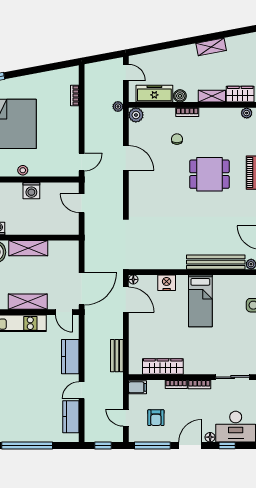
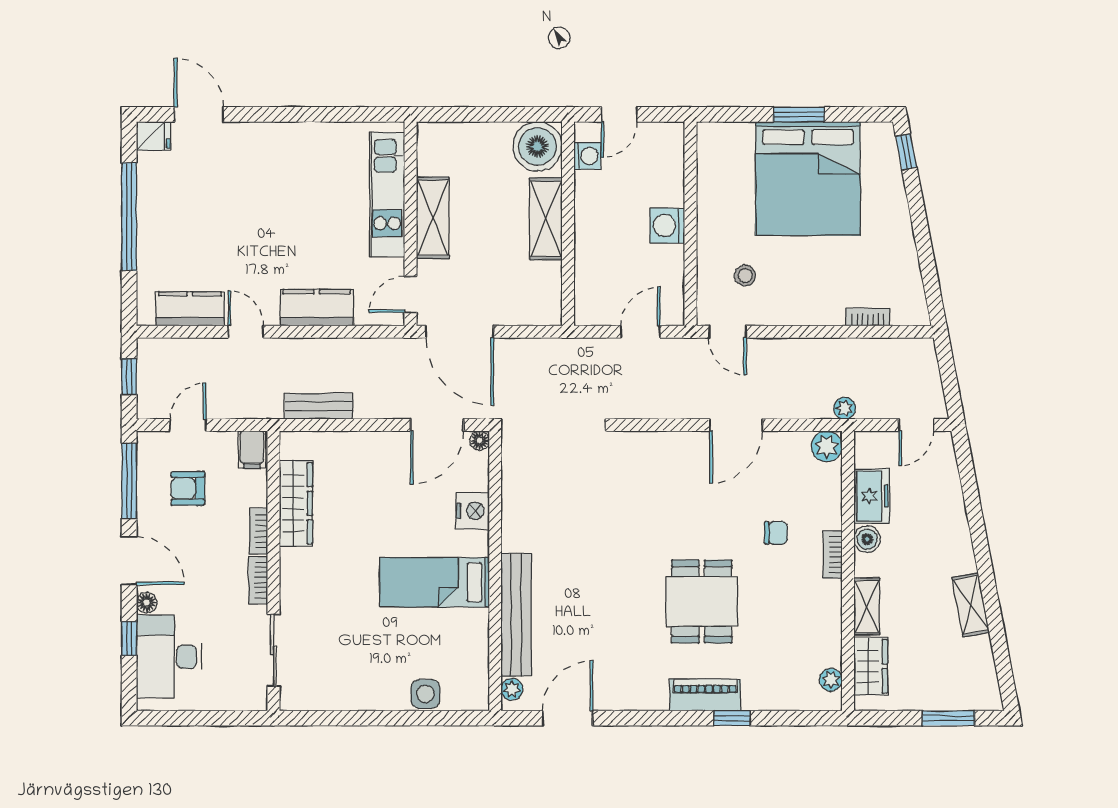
freezer: (154, 94) -> (872, 496), width x0.71
stool: (23, 170) -> (745, 275), moved

